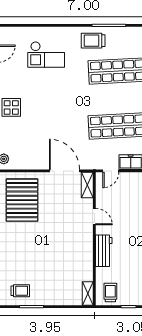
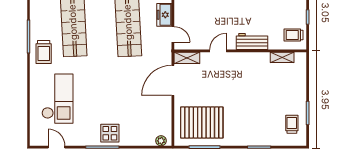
checkout: (46, 55) -> (57, 99), width x1.36, depth x1.21
shelving: (88, 294) -> (282, 57), moved

